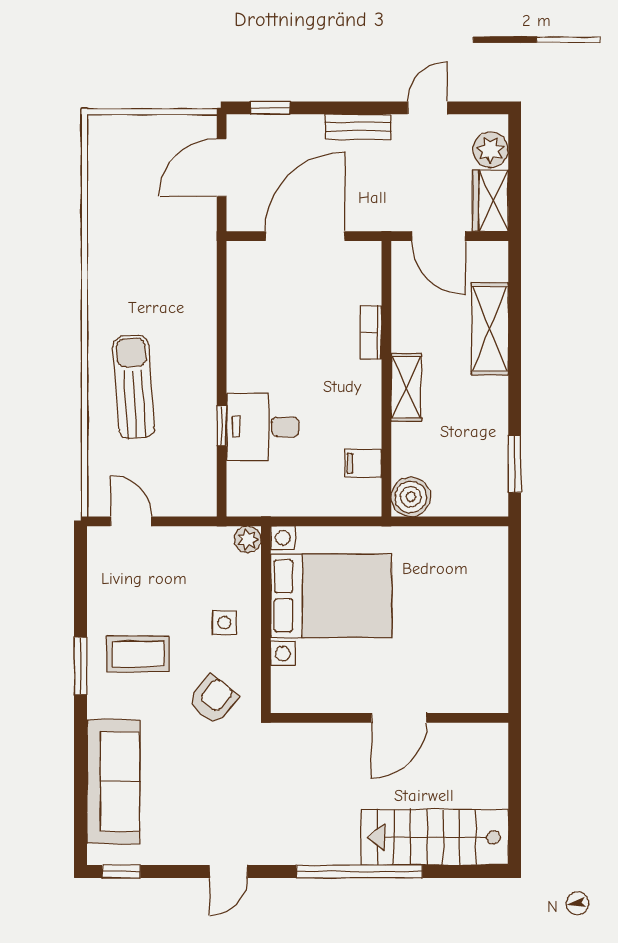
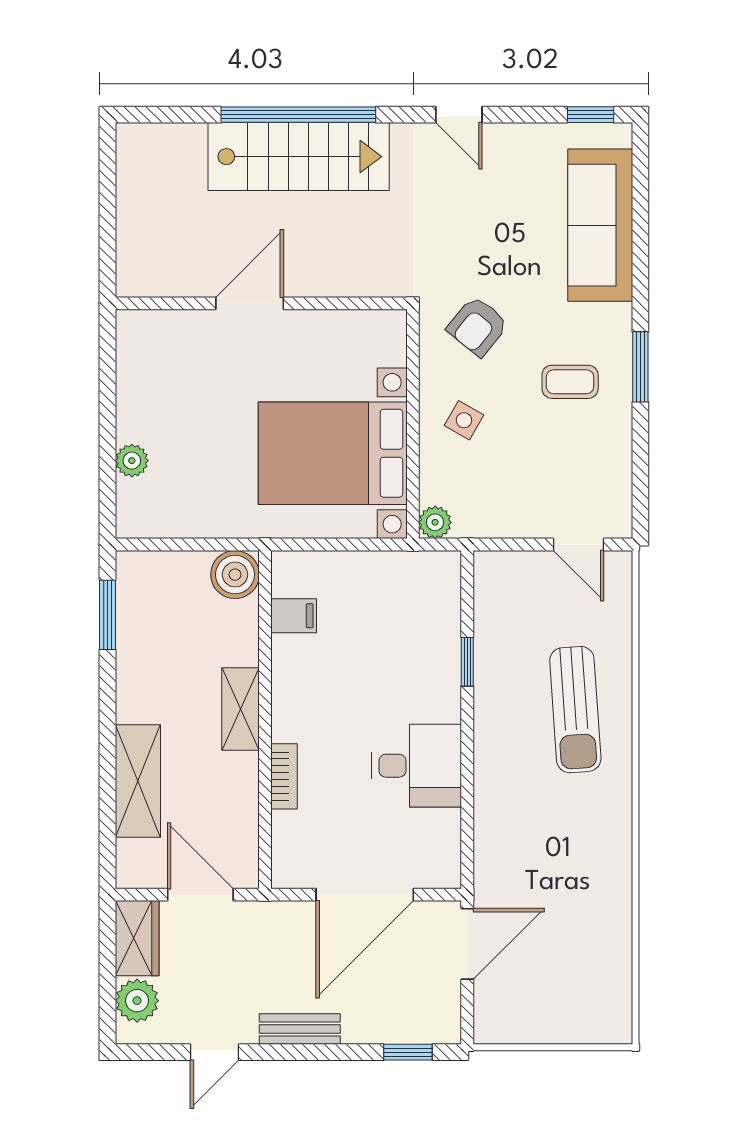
door: (222, 168) -> (467, 944), moved
desk: (263, 427) -> (417, 766), moved
plant: (495, 590) -> (132, 461), added
side table: (224, 623) -> (464, 420), turned 30
coffee table: (138, 654) -> (570, 382), width x0.73, depth x0.77
stairs: (435, 837) -> (299, 157), moved
door: (228, 871) -> (459, 115), swing flipped

